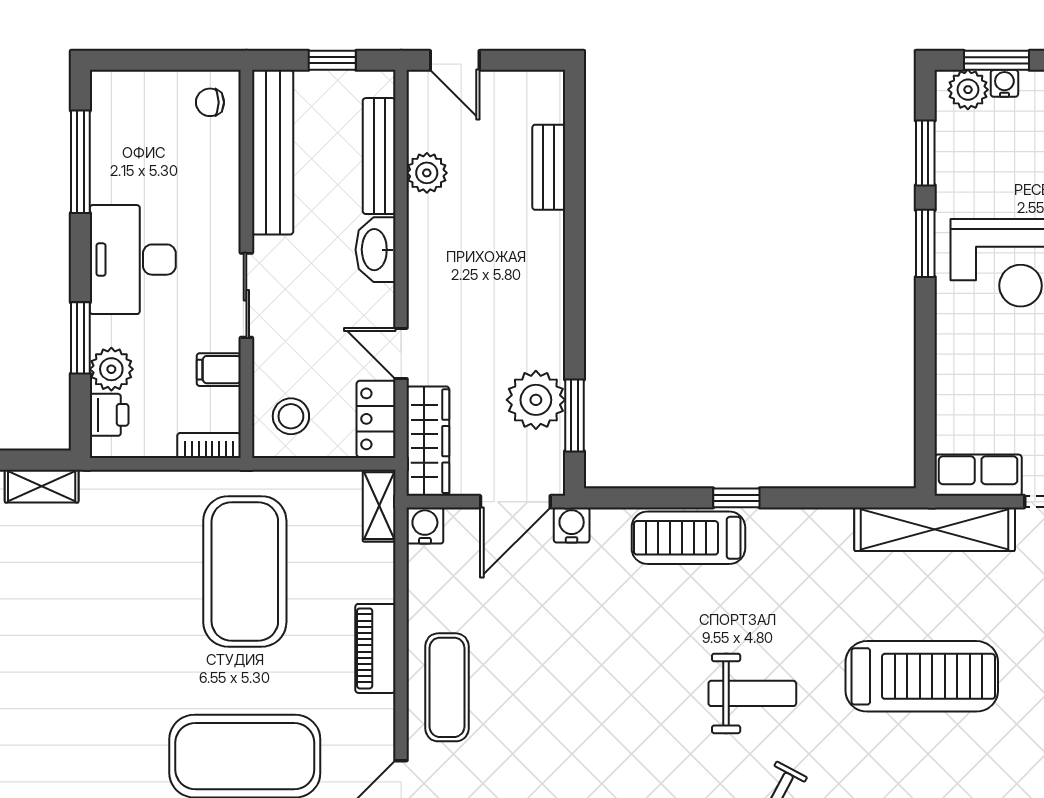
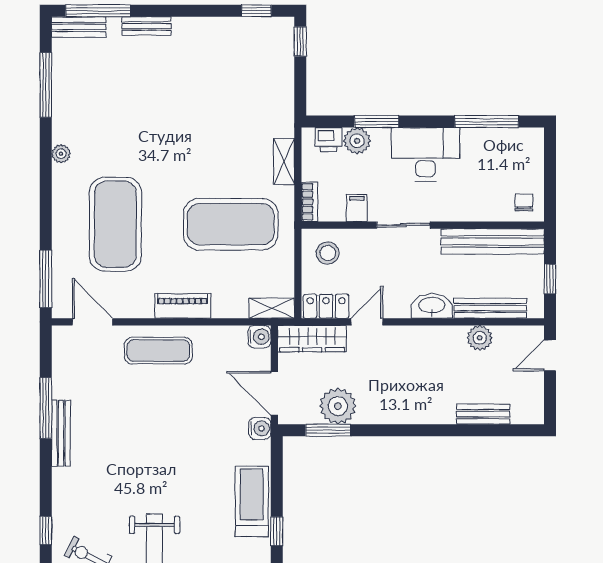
shelving: (42, 486) -> (284, 162), moved

